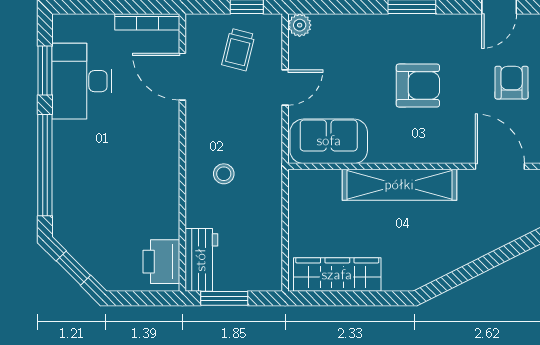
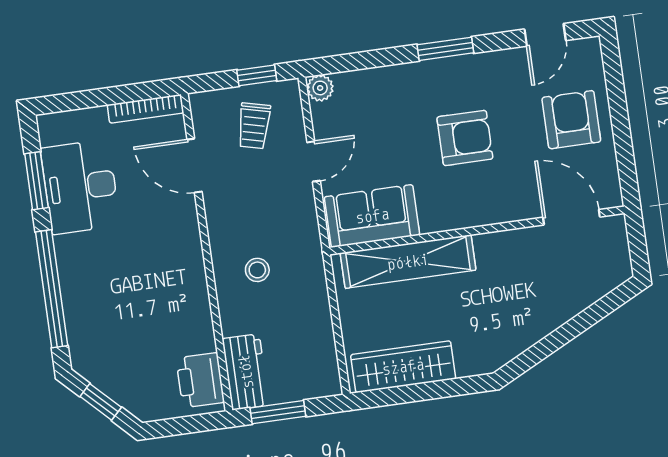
armchair: (512, 83) -> (571, 120), width x1.38, depth x1.38
shelving: (399, 185) -> (408, 262), moved

